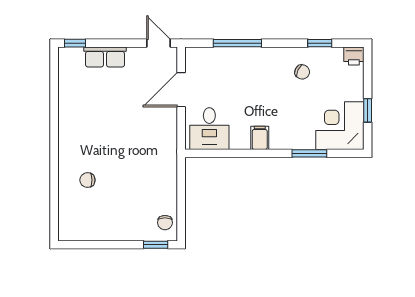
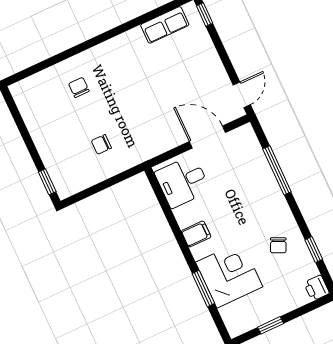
row of seats: (105, 57) -> (165, 25), moved, turned -90
corner desk: (340, 126) -> (229, 275), moved
chair: (165, 223) -> (101, 144), moved

